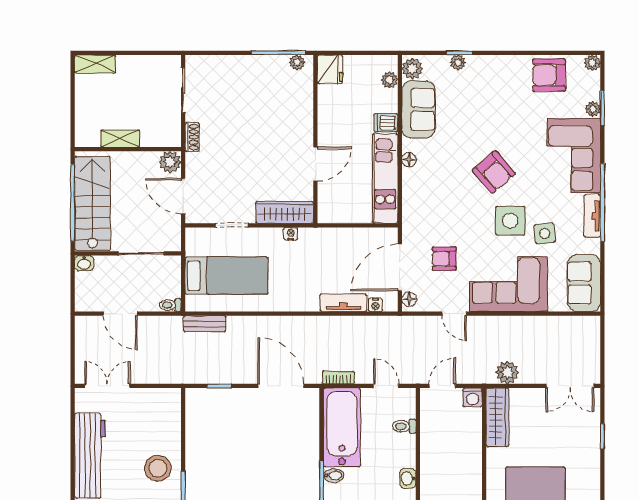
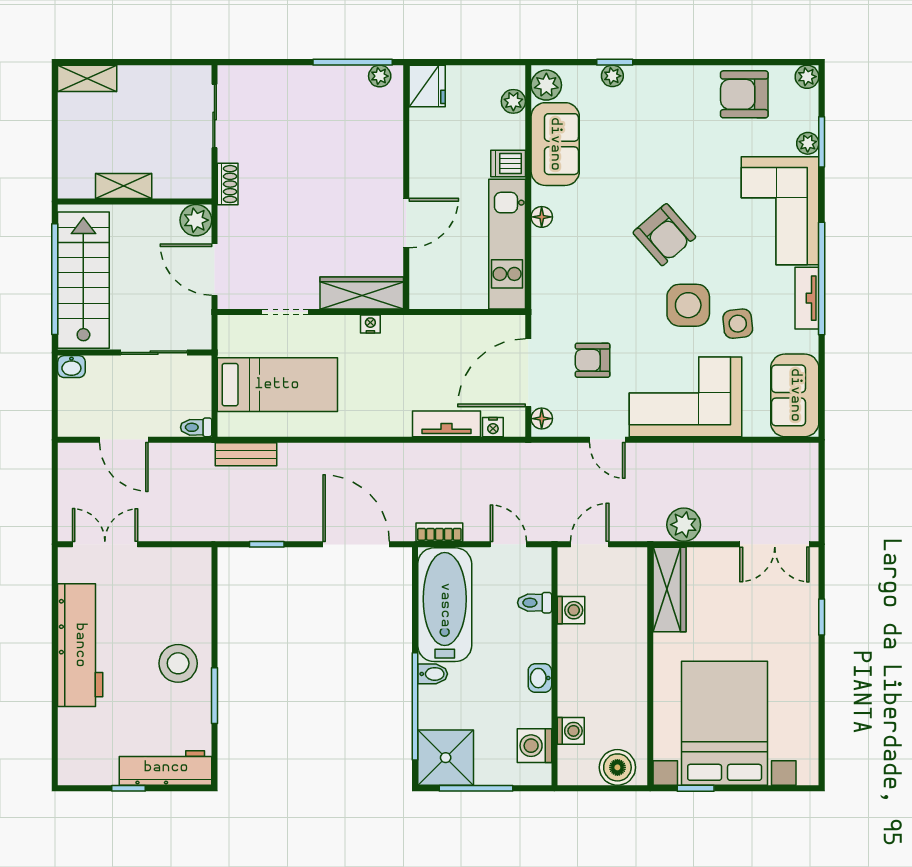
washing machine: (473, 397) -> (571, 610), moved, turned -90

